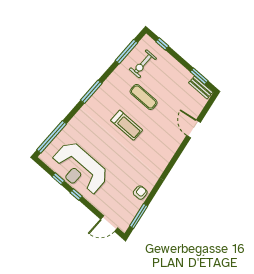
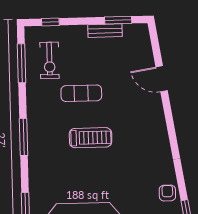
bench: (201, 87) -> (105, 31), moved

